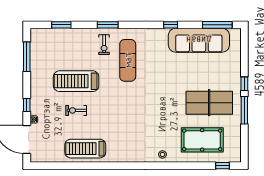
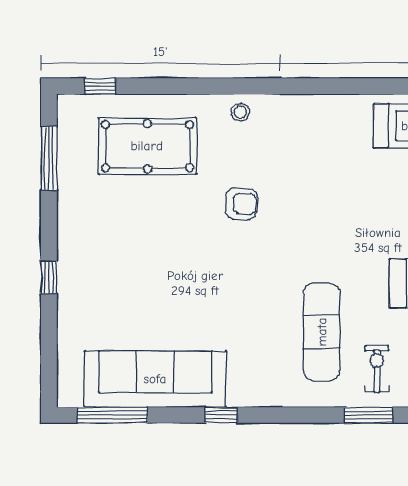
table tennis table: (209, 103) -> (131, 233), removed
window: (244, 110) -> (49, 158), moved
armchair: (162, 115) -> (241, 204), added

